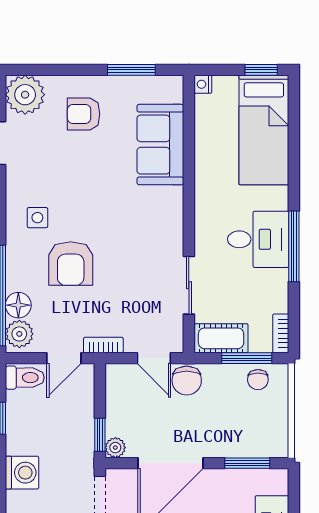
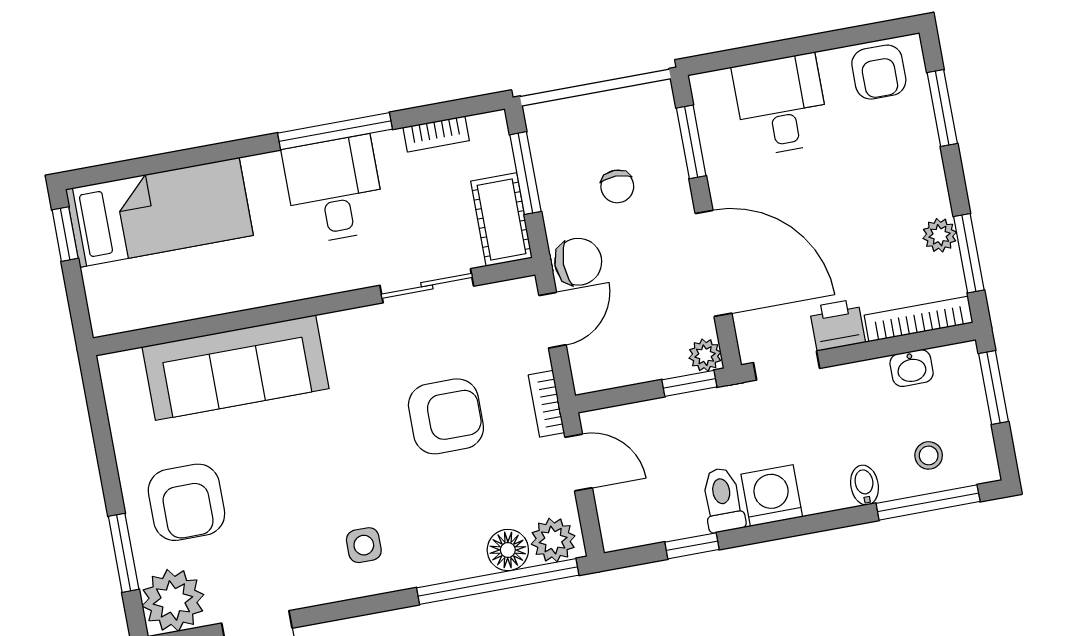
window: (131, 70) -> (124, 553), moved
nightstand: (203, 84) -> (105, 322), removed
armchair: (84, 114) -> (186, 502), width x1.38, depth x1.38
sofa: (160, 145) -> (236, 368), width x1.36
armchair: (71, 264) -> (446, 416), moved
bookcase: (281, 333) -> (436, 134), moved
toilet: (25, 378) -> (723, 500), moved
chair: (258, 380) -> (617, 186), moved, turned 90

